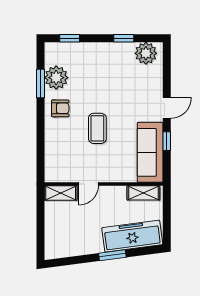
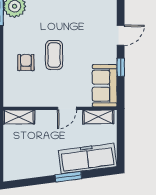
armchair: (60, 108) -> (26, 63), moved, turned -90
sofa: (150, 152) -> (105, 86), width x0.73
door: (89, 184) -> (67, 108), moved

